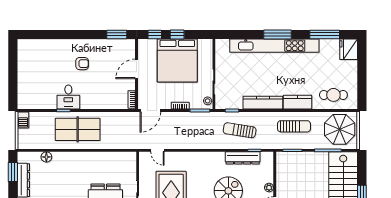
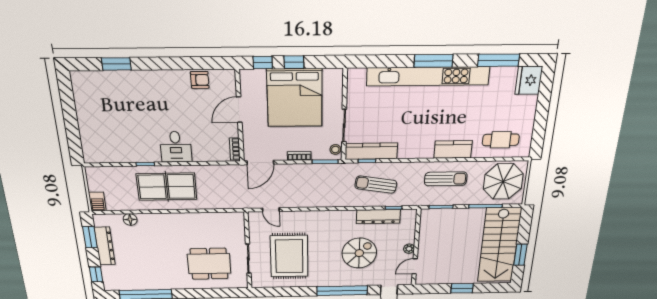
window: (117, 34) -> (116, 64), moved
armchair: (82, 64) -> (200, 80), moved
desk: (68, 97) -> (176, 147), moved
kitchen counter: (263, 103) -> (371, 151), moved
barbecue: (23, 120) -> (97, 201), moved

